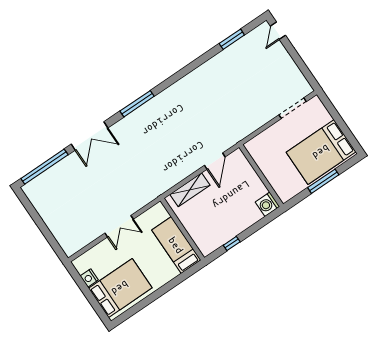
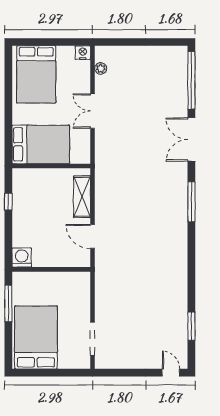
window: (323, 181) -> (8, 304), moved
plant: (82, 242) -> (101, 68), added
bed: (176, 245) -> (41, 144), width x1.50
nightstand: (89, 278) -> (83, 53), moved

